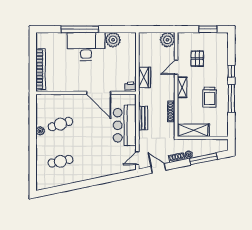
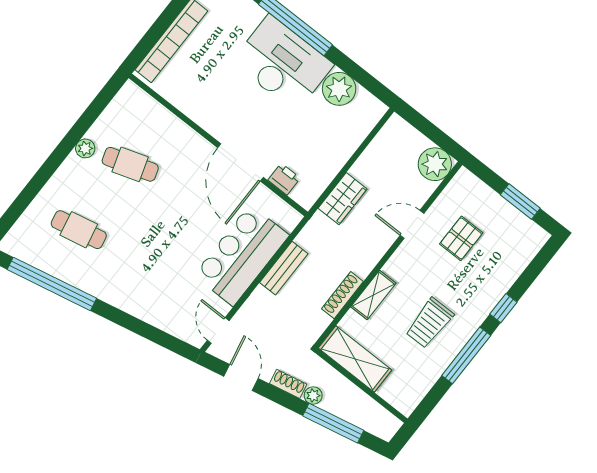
printer: (131, 87) -> (284, 179), moved
shelving: (182, 87) -> (373, 295), moved
door: (137, 158) -> (218, 331), hinge flipped
window: (66, 188) -> (52, 284), added

